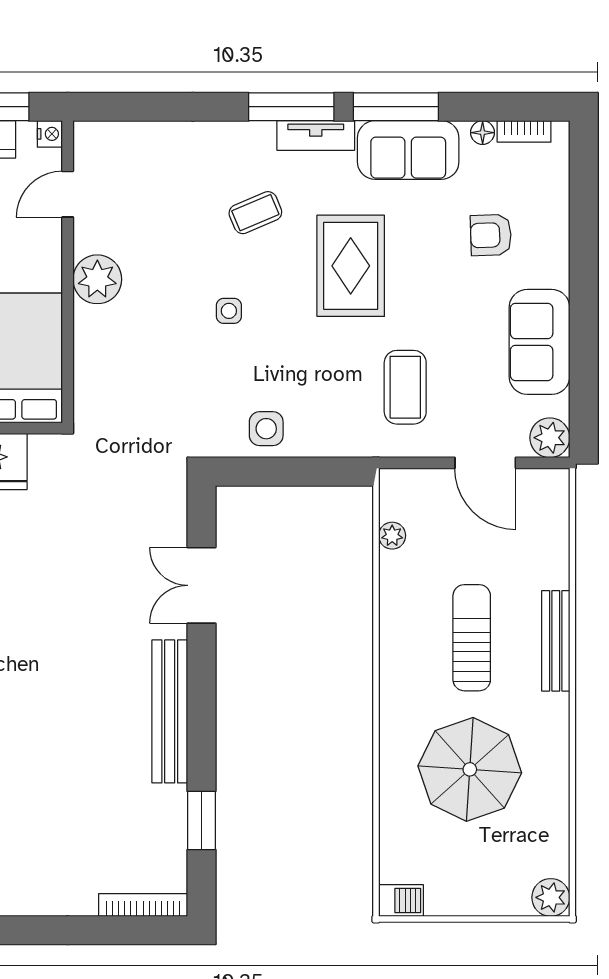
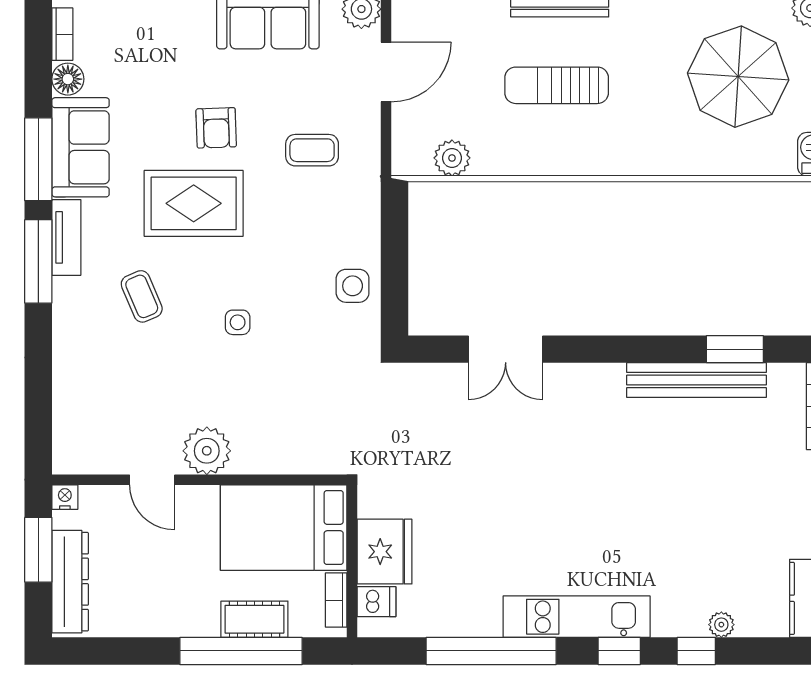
floor lamp: (483, 133) -> (68, 79), width x1.37, depth x1.37
door: (68, 194) -> (152, 480), moved
armchair: (491, 235) -> (216, 128), moved
coffee table: (405, 387) -> (312, 150), width x0.73, depth x0.77
plant: (392, 536) -> (452, 158), width x1.38, depth x1.38
bench: (170, 711) -> (697, 380), moved
parasol: (470, 769) -> (738, 77), moved

